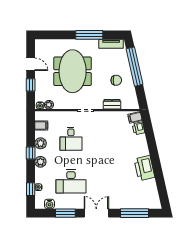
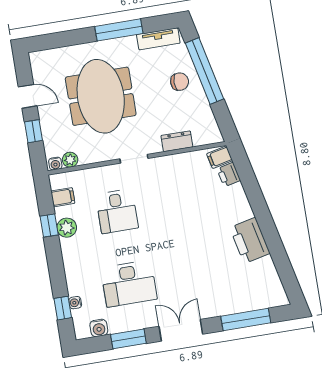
chair: (116, 80) -> (180, 82), moved
window: (31, 153) -> (49, 226), moved
plant: (40, 162) -> (72, 259), removed

